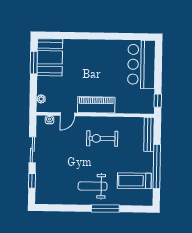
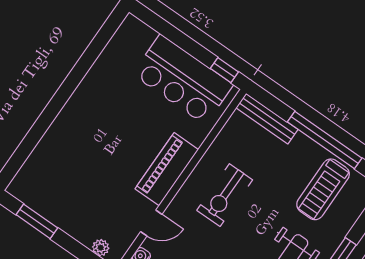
booth: (50, 57) -> (46, 191), removed
bar counter: (141, 64) -> (183, 79), moved
door: (67, 114) -> (151, 223), hinge flipped

